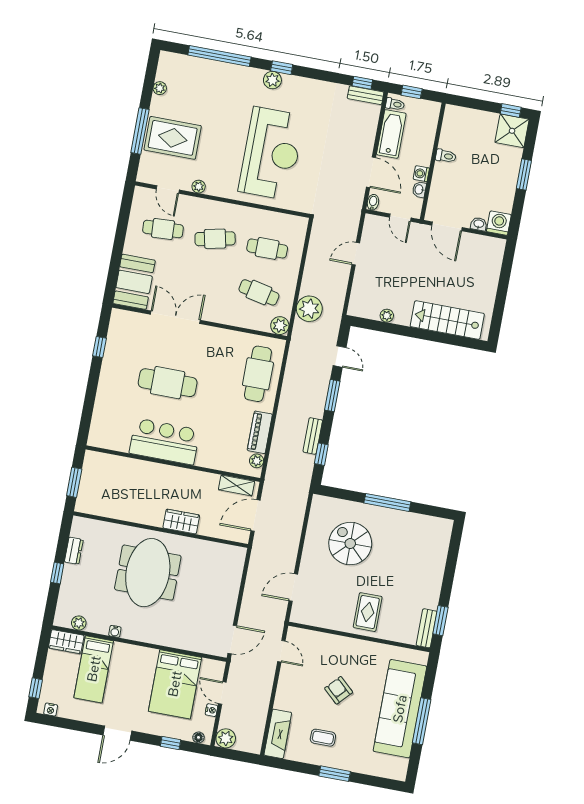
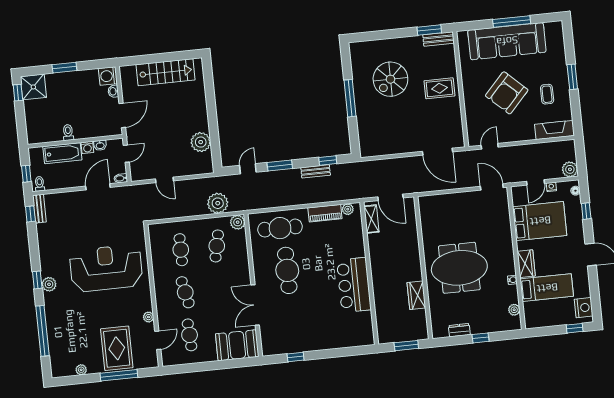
bathtub: (391, 134) -> (62, 153), moved, turned 180
plant: (387, 316) -> (201, 142), width x1.88, depth x1.88
stairs: (447, 320) -> (166, 72), moved, turned -90
cafe table: (168, 383) -> (287, 270), moved
wardrobe: (181, 522) -> (416, 295), moved
spiral stairs: (350, 544) -> (390, 79), moved
door: (293, 588) -> (438, 152), width x1.36
wardrobe: (66, 642) -> (526, 264), moved
armchair: (339, 690) -> (507, 93), width x1.88, depth x1.88
nightstand: (51, 710) -> (584, 308), width x1.89, depth x1.79

